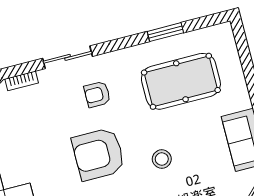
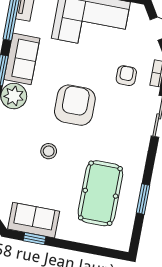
armchair: (97, 94) -> (126, 76), moved

